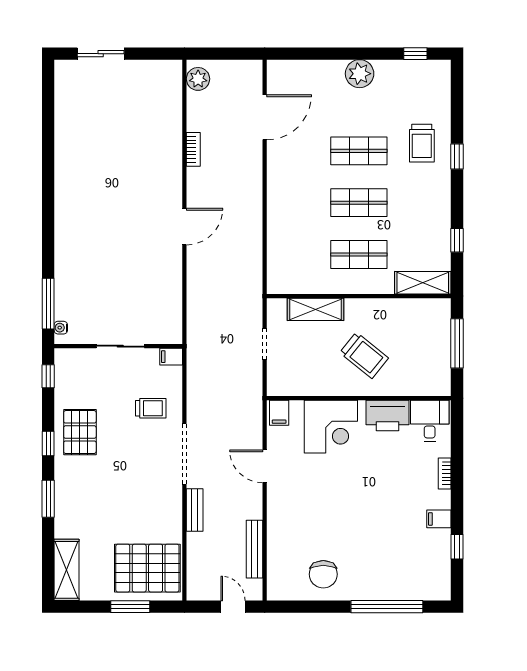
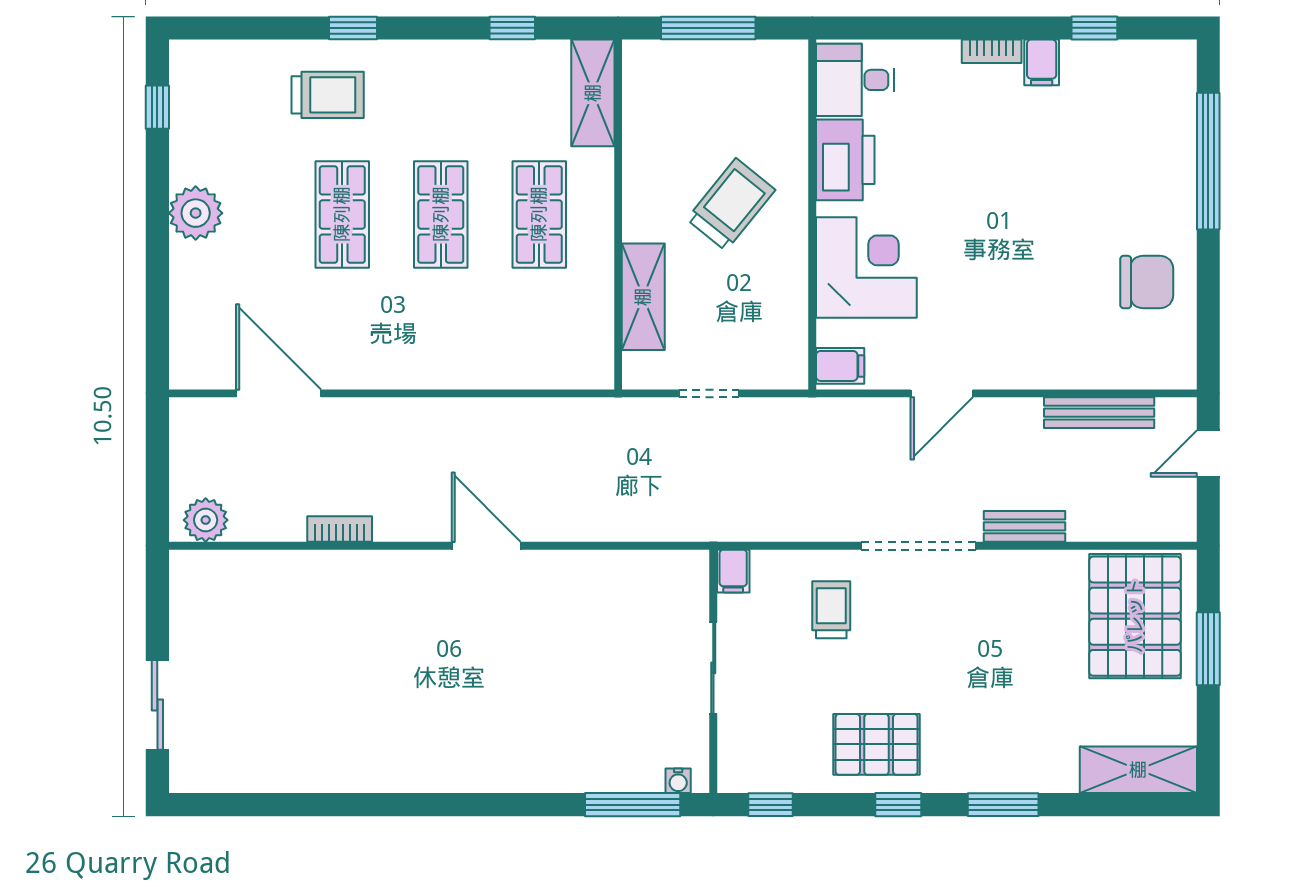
bookcase: (445, 473) -> (992, 51), moved

